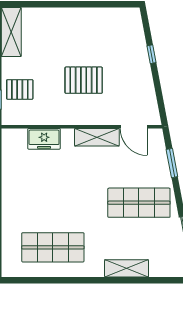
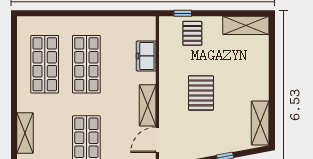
shelving: (116, 17) -> (260, 123), added
shop shelf: (53, 203) -> (86, 64), added

